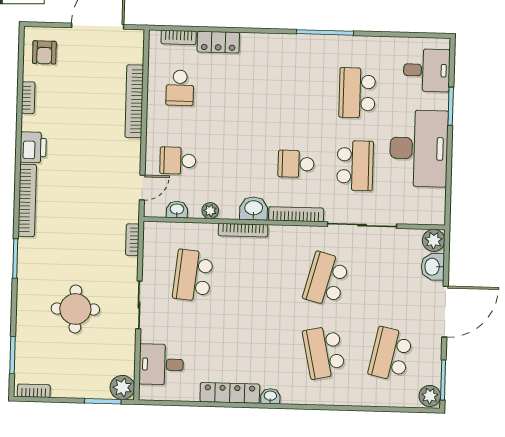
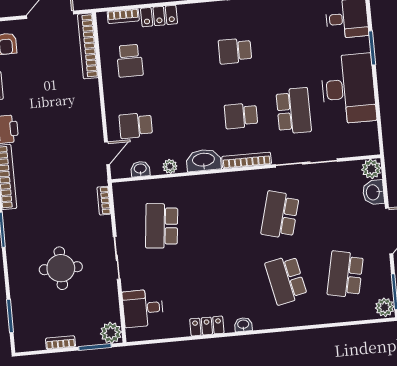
school desk: (357, 93) -> (235, 51), moved, width x0.54
bookcase: (134, 101) -> (88, 46), moved
washbasin: (254, 208) -> (204, 160), width x1.38
bookcase: (243, 230) -> (201, 180), removed
bookcase: (34, 391) -> (60, 343), moved
locker: (230, 393) -> (207, 326), width x0.66

